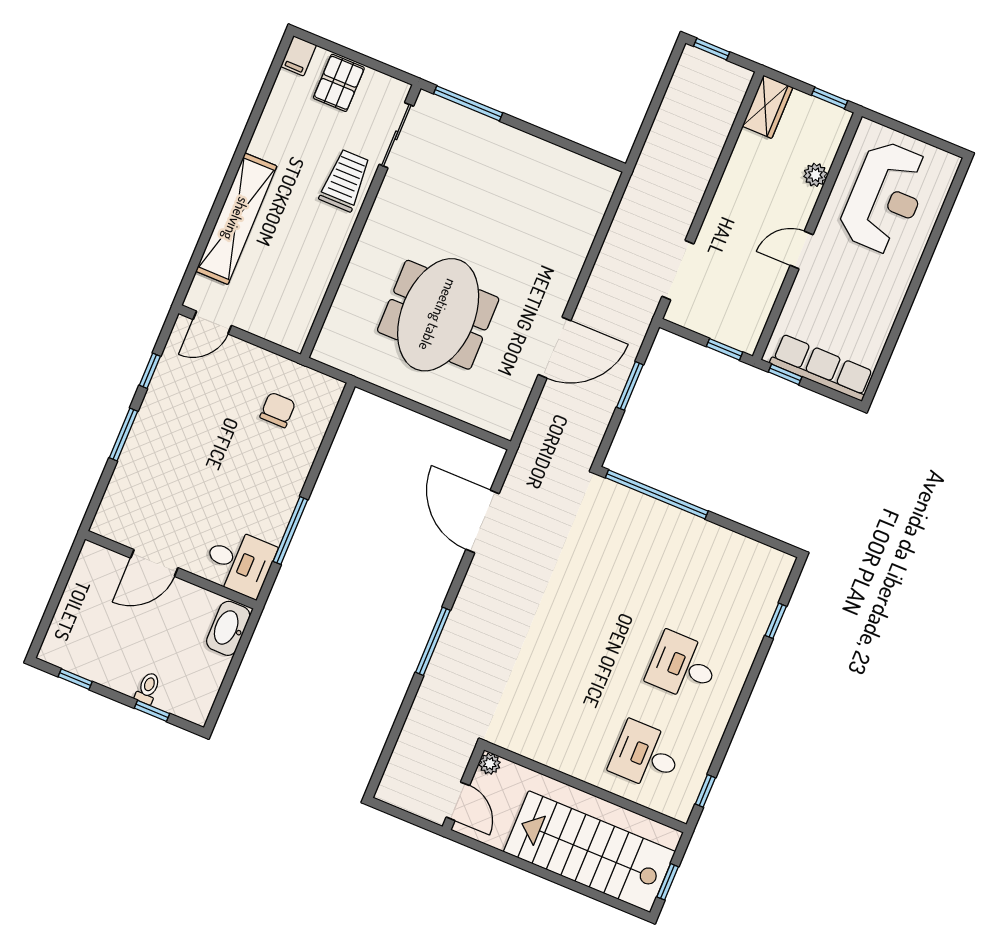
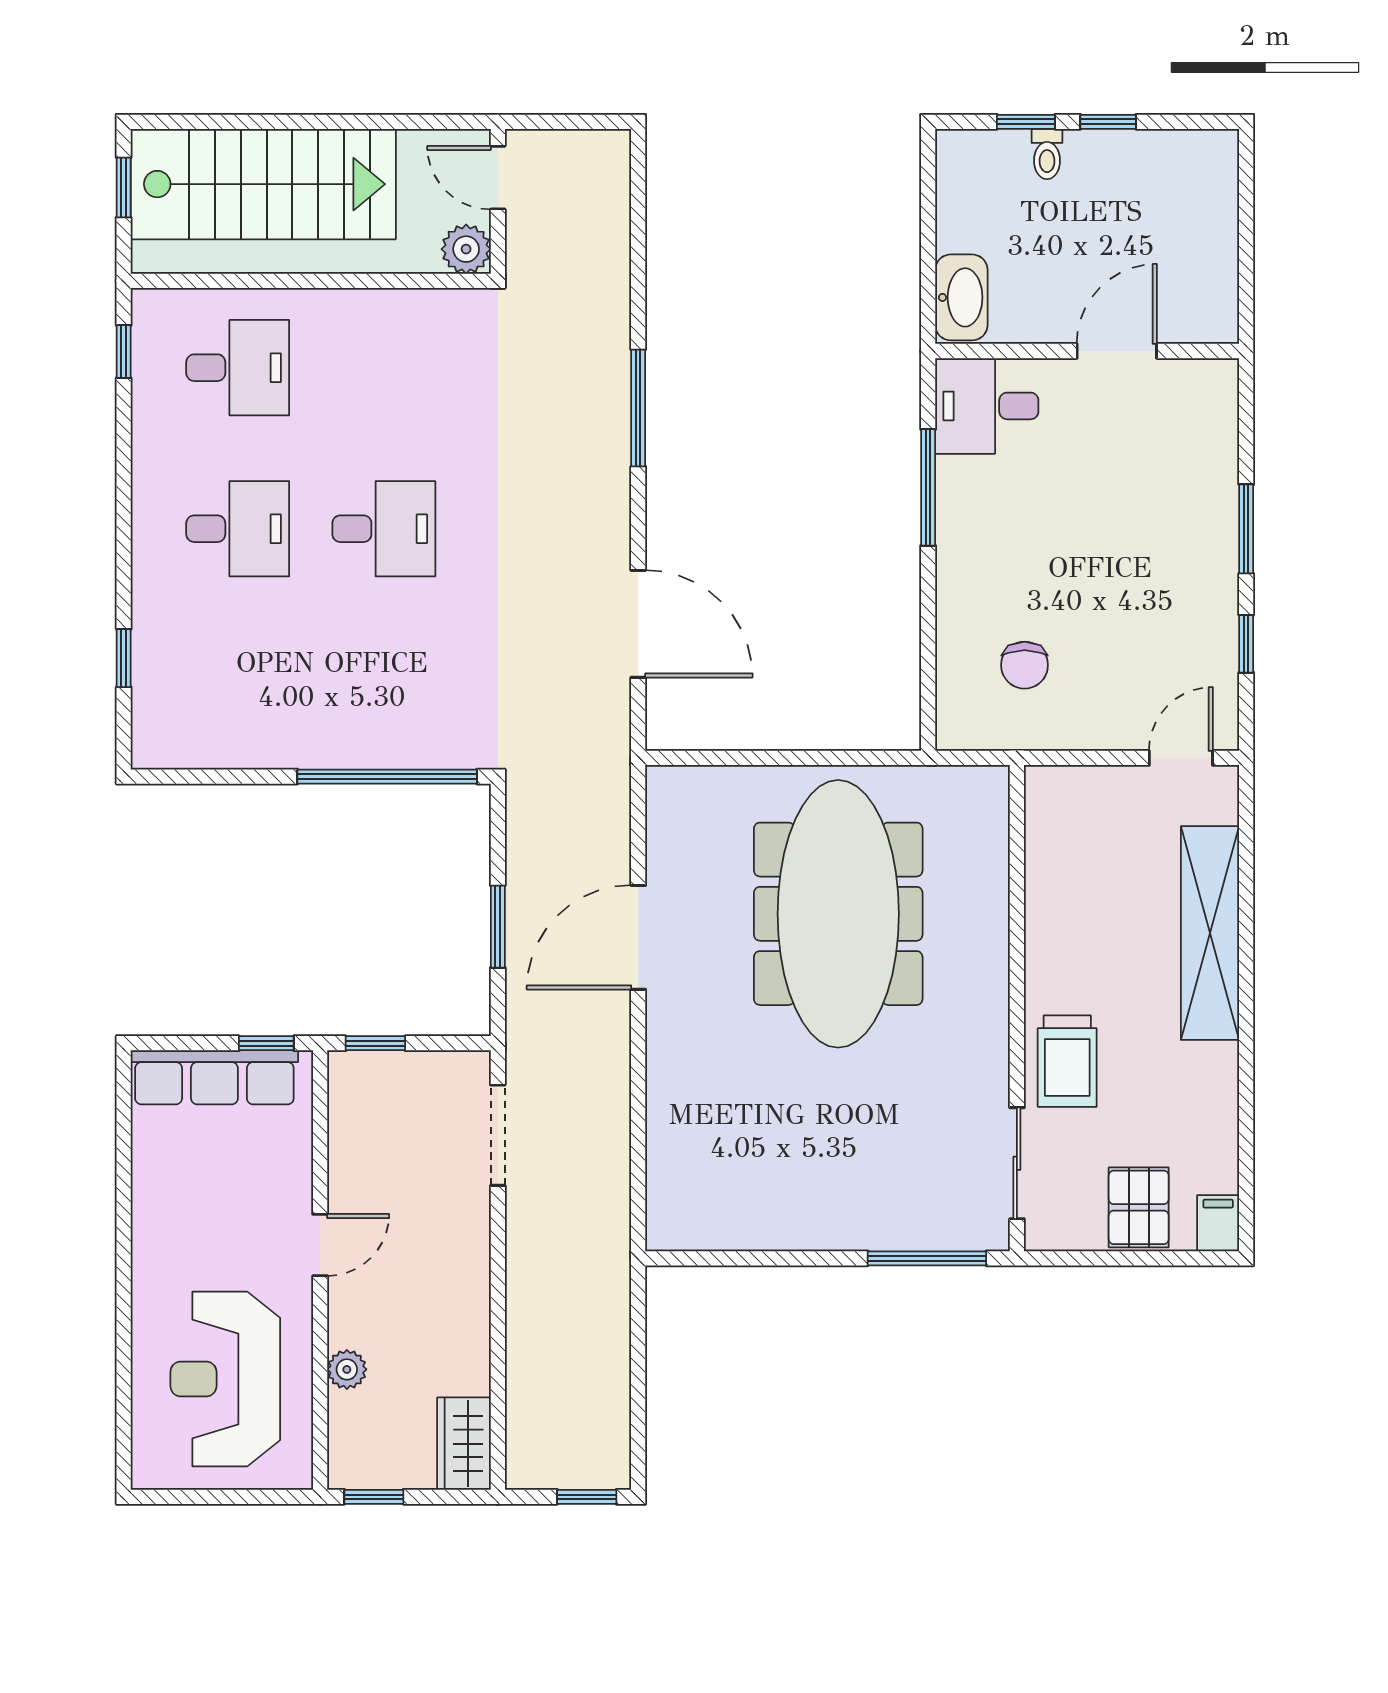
meeting table: (438, 315) -> (838, 914), width x1.36
desk: (602, 633) -> (384, 529), added
window: (75, 679) -> (1108, 122), moved
plant: (490, 764) -> (466, 249), width x1.38, depth x1.38

